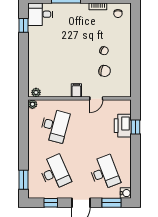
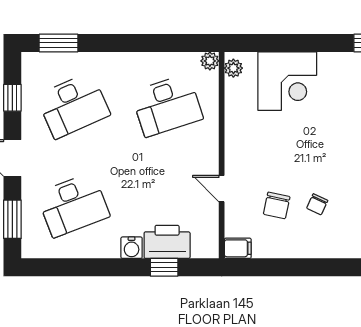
corner desk: (43, 66) -> (287, 81), added
filing cabinet: (76, 90) -> (238, 248), moved
desk: (55, 126) -> (167, 105), turned -33
water cooler: (126, 193) -> (132, 248), moved

